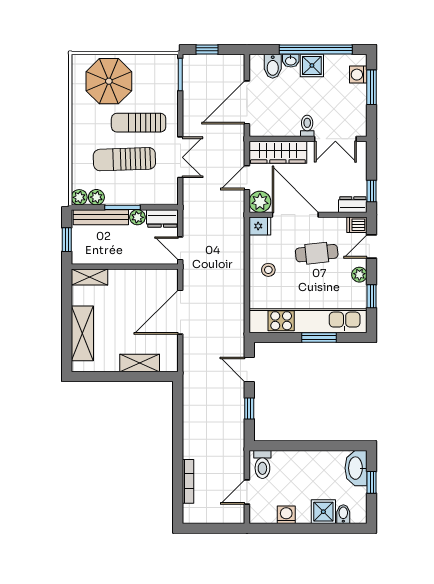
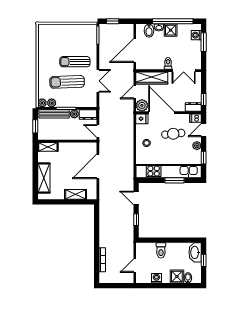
parasol: (109, 81) -> (59, 39), removed
toilet: (262, 464) -> (161, 250), moved

